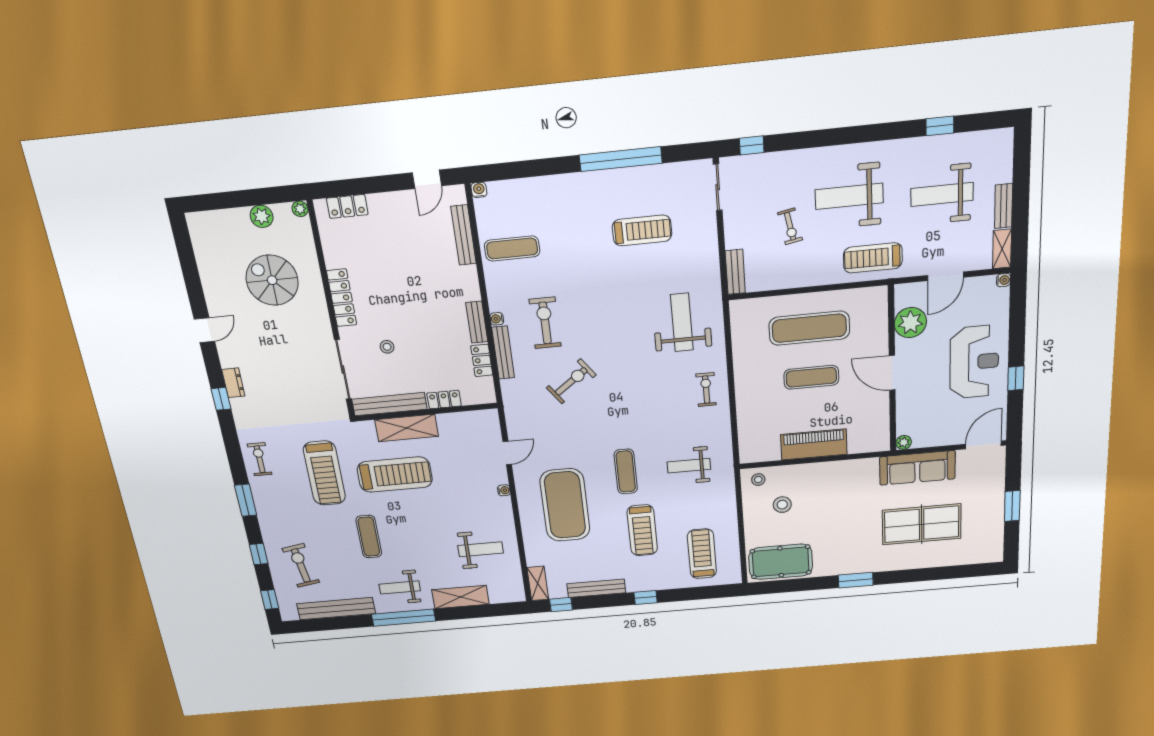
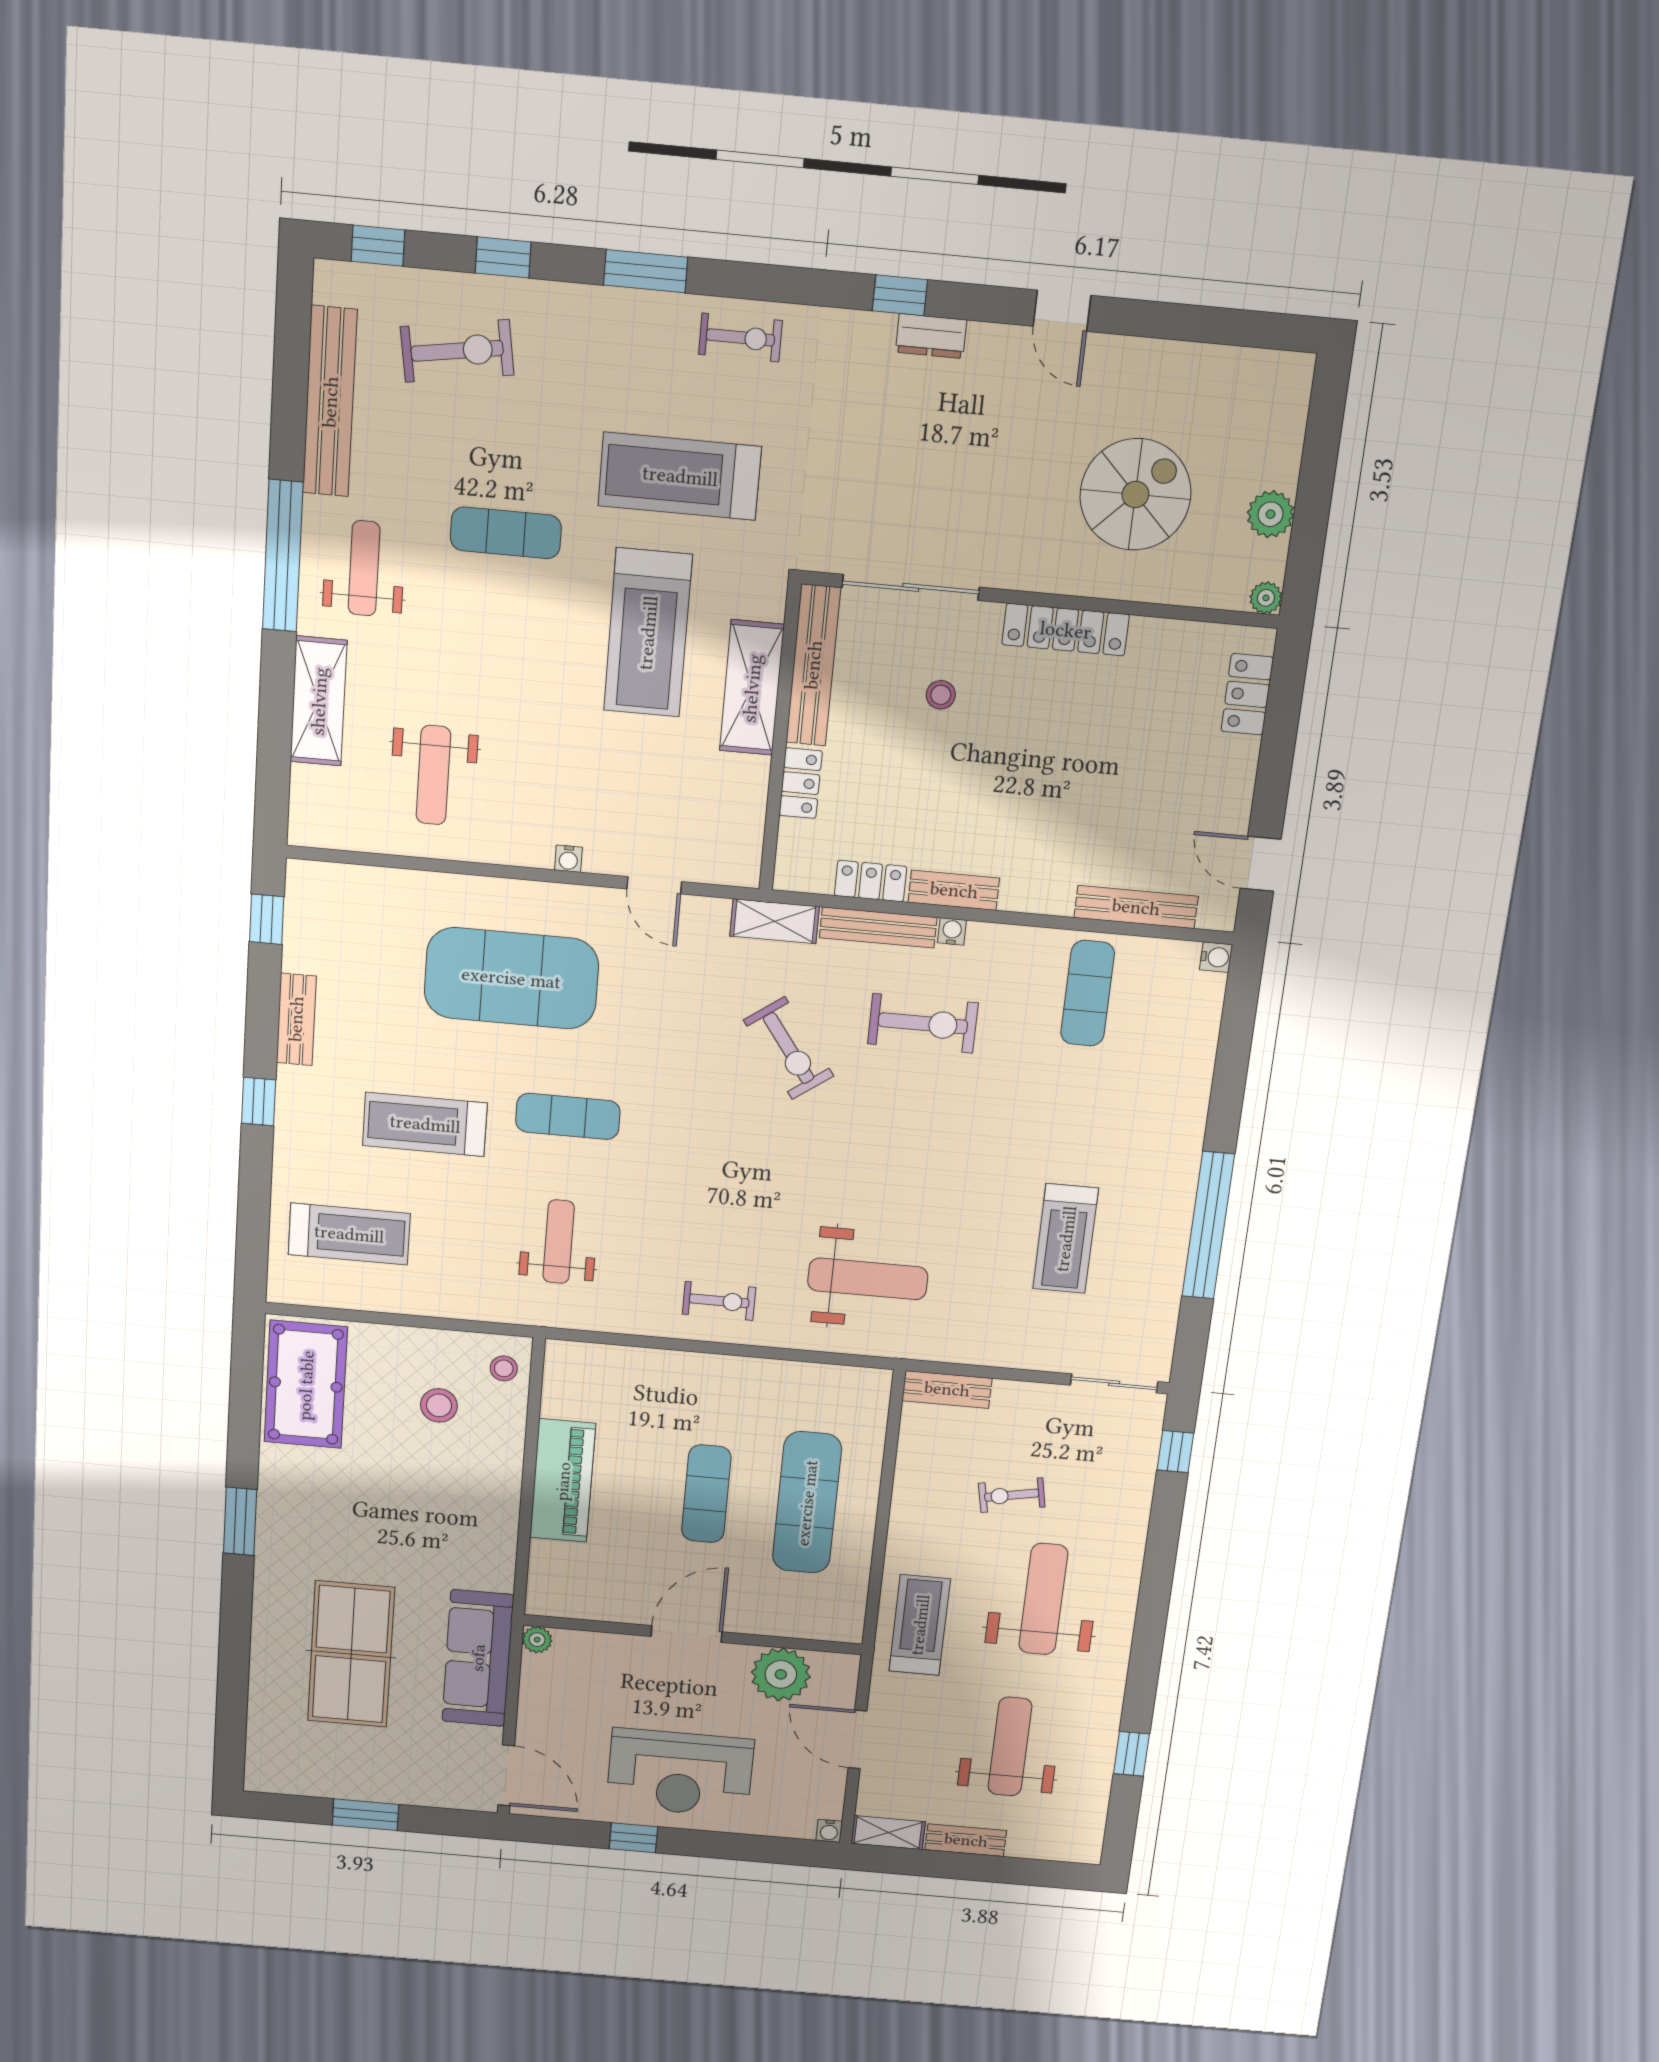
shelving: (538, 583) -> (775, 921), moved
bench: (596, 588) -> (296, 1019), width x0.73

